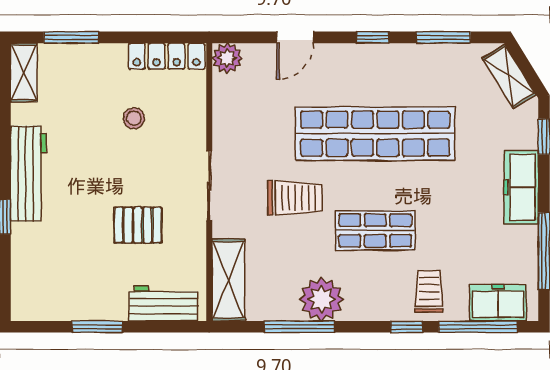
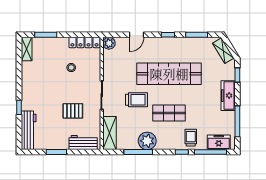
workbench: (29, 174) -> (29, 130), moved

